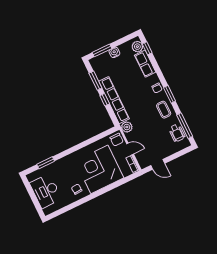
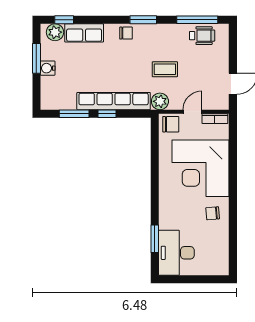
window: (102, 50) -> (36, 58), moved
coffee table: (164, 110) -> (165, 69), moved
desk: (46, 191) -> (176, 253), moved, turned 90

